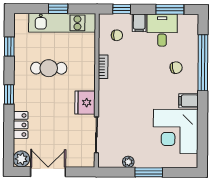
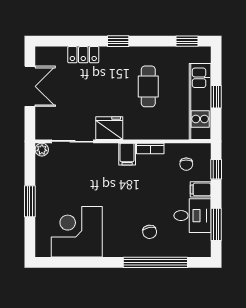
window: (9, 47) -> (187, 41), moved
filing cabinet: (188, 101) -> (127, 154), moved, turned 180
plant: (21, 159) -> (45, 56), removed
plant: (128, 162) -> (42, 150), moved

